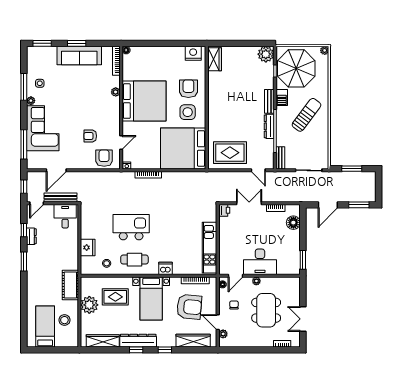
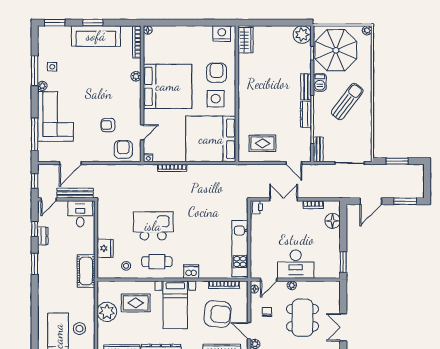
rug: (230, 153) -> (262, 143), width x0.73, depth x0.70
cot: (70, 285) -> (86, 271), moved

